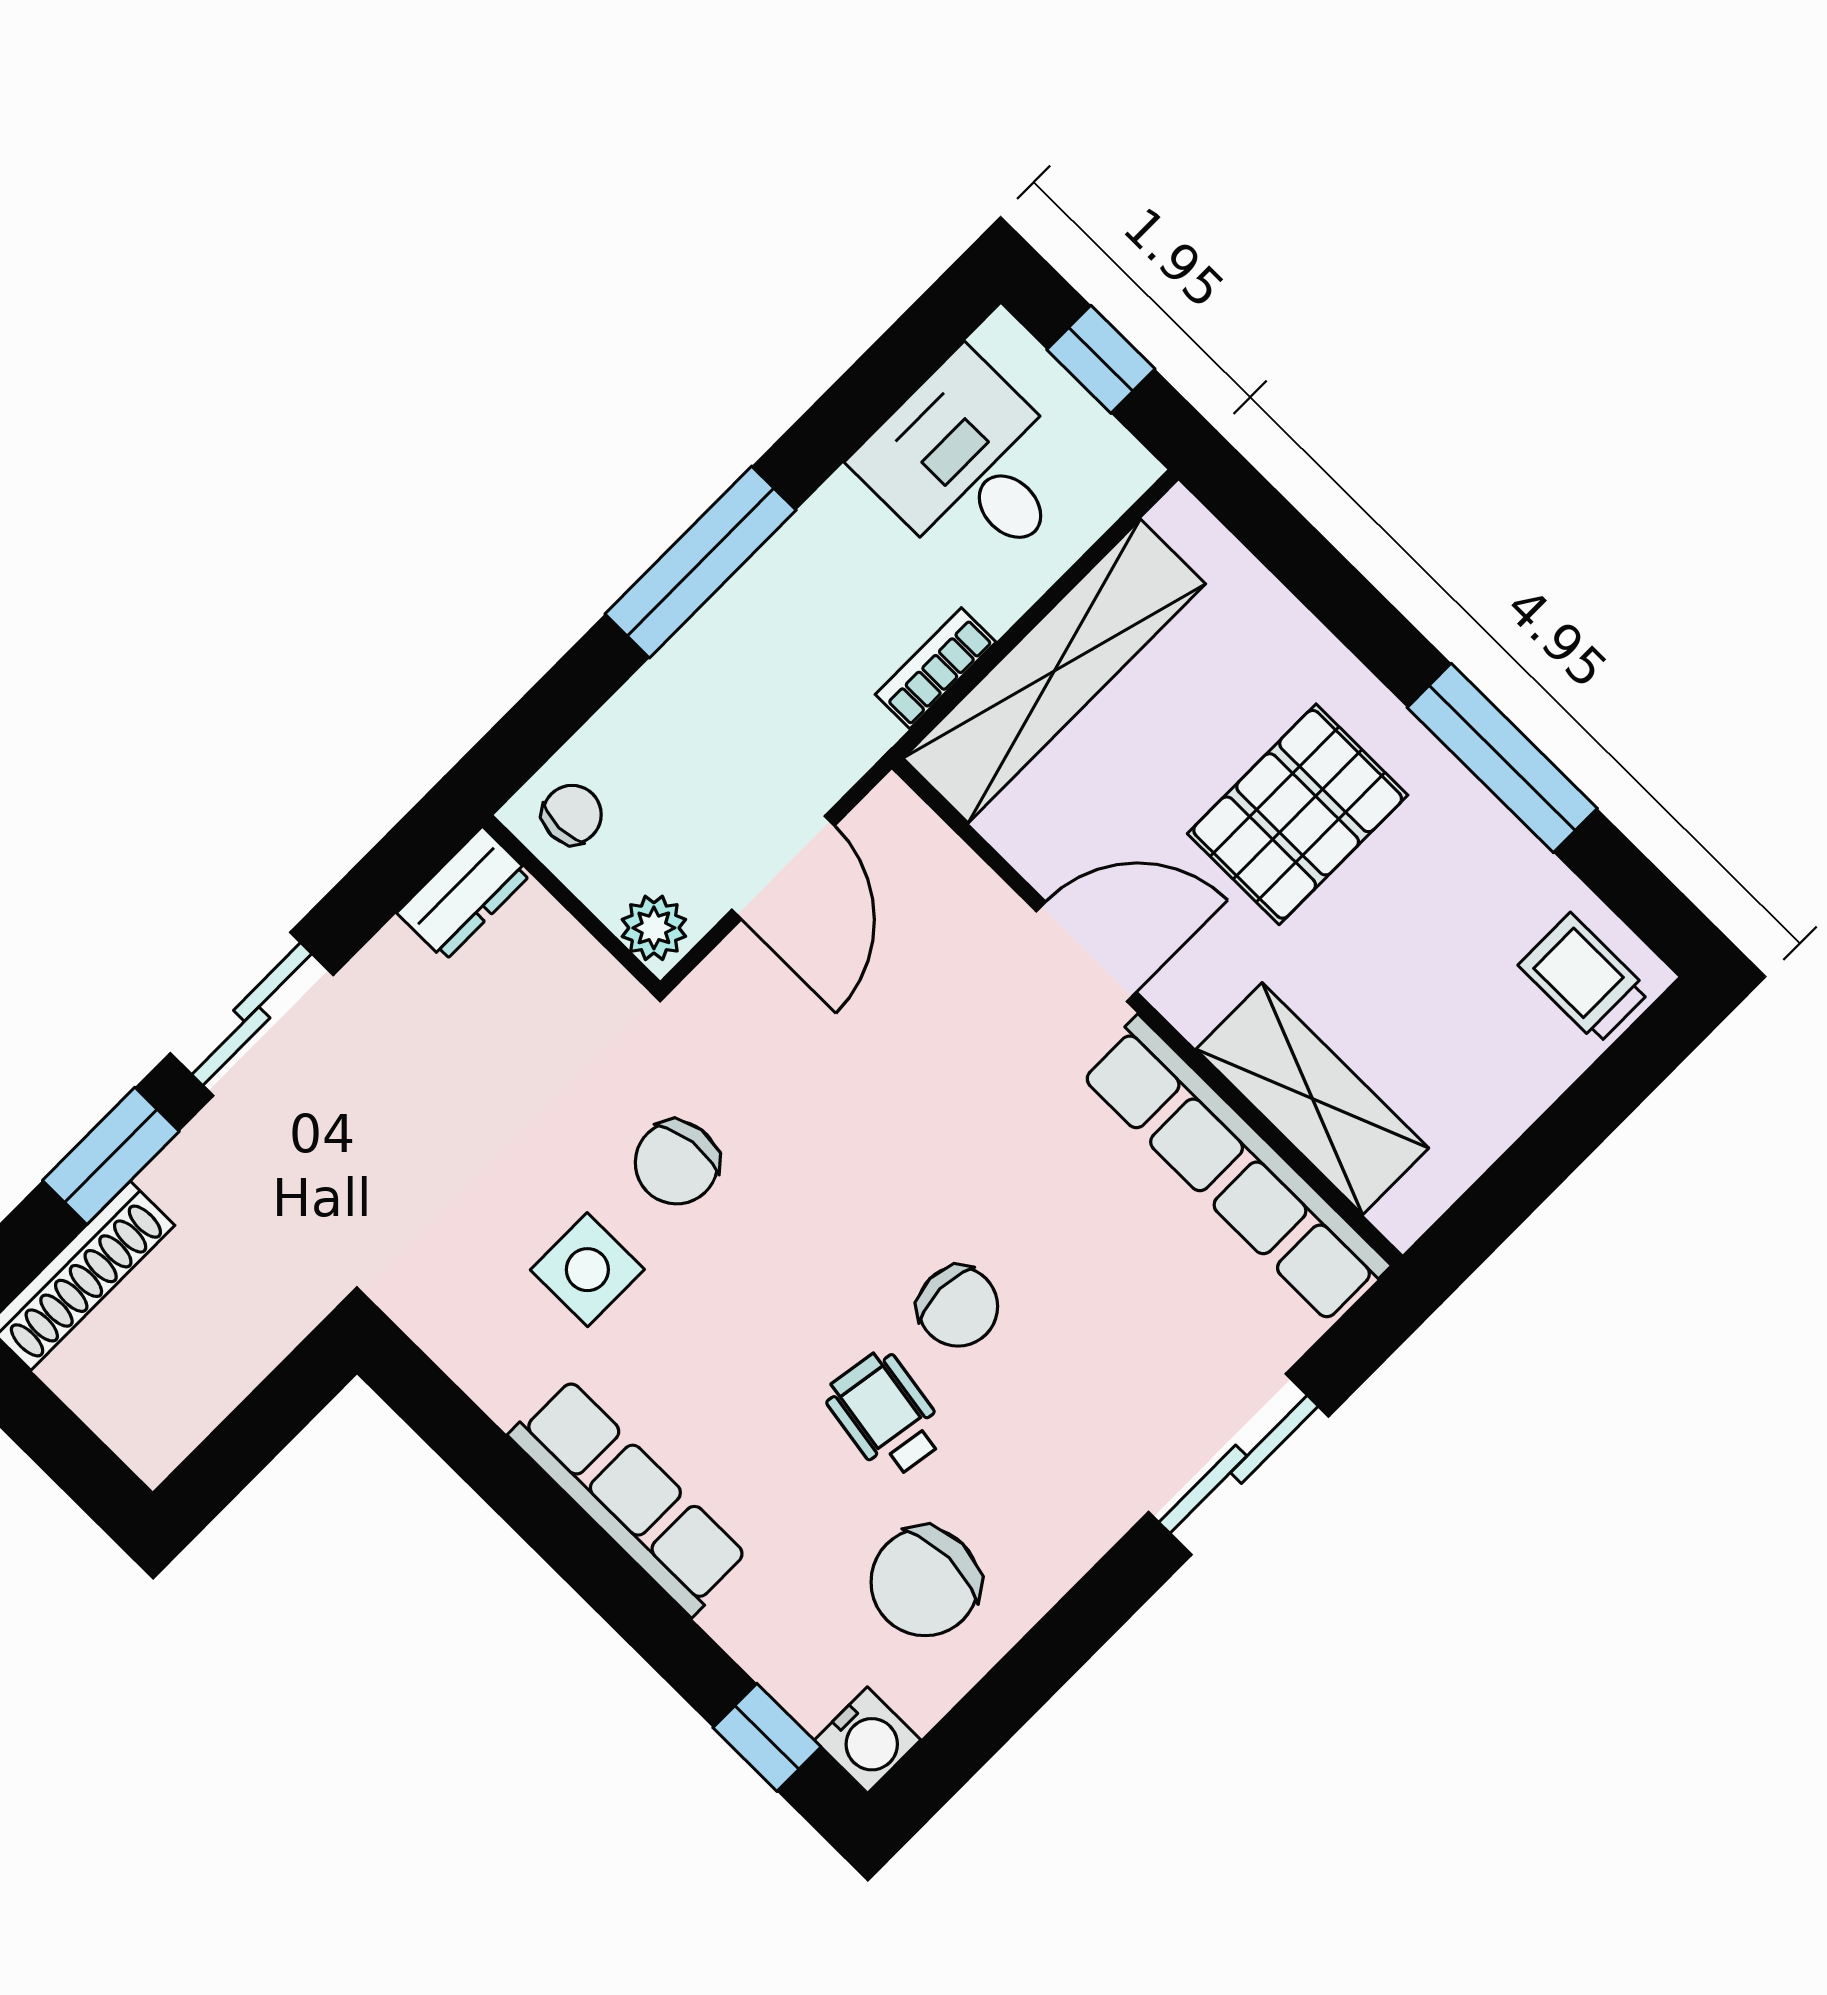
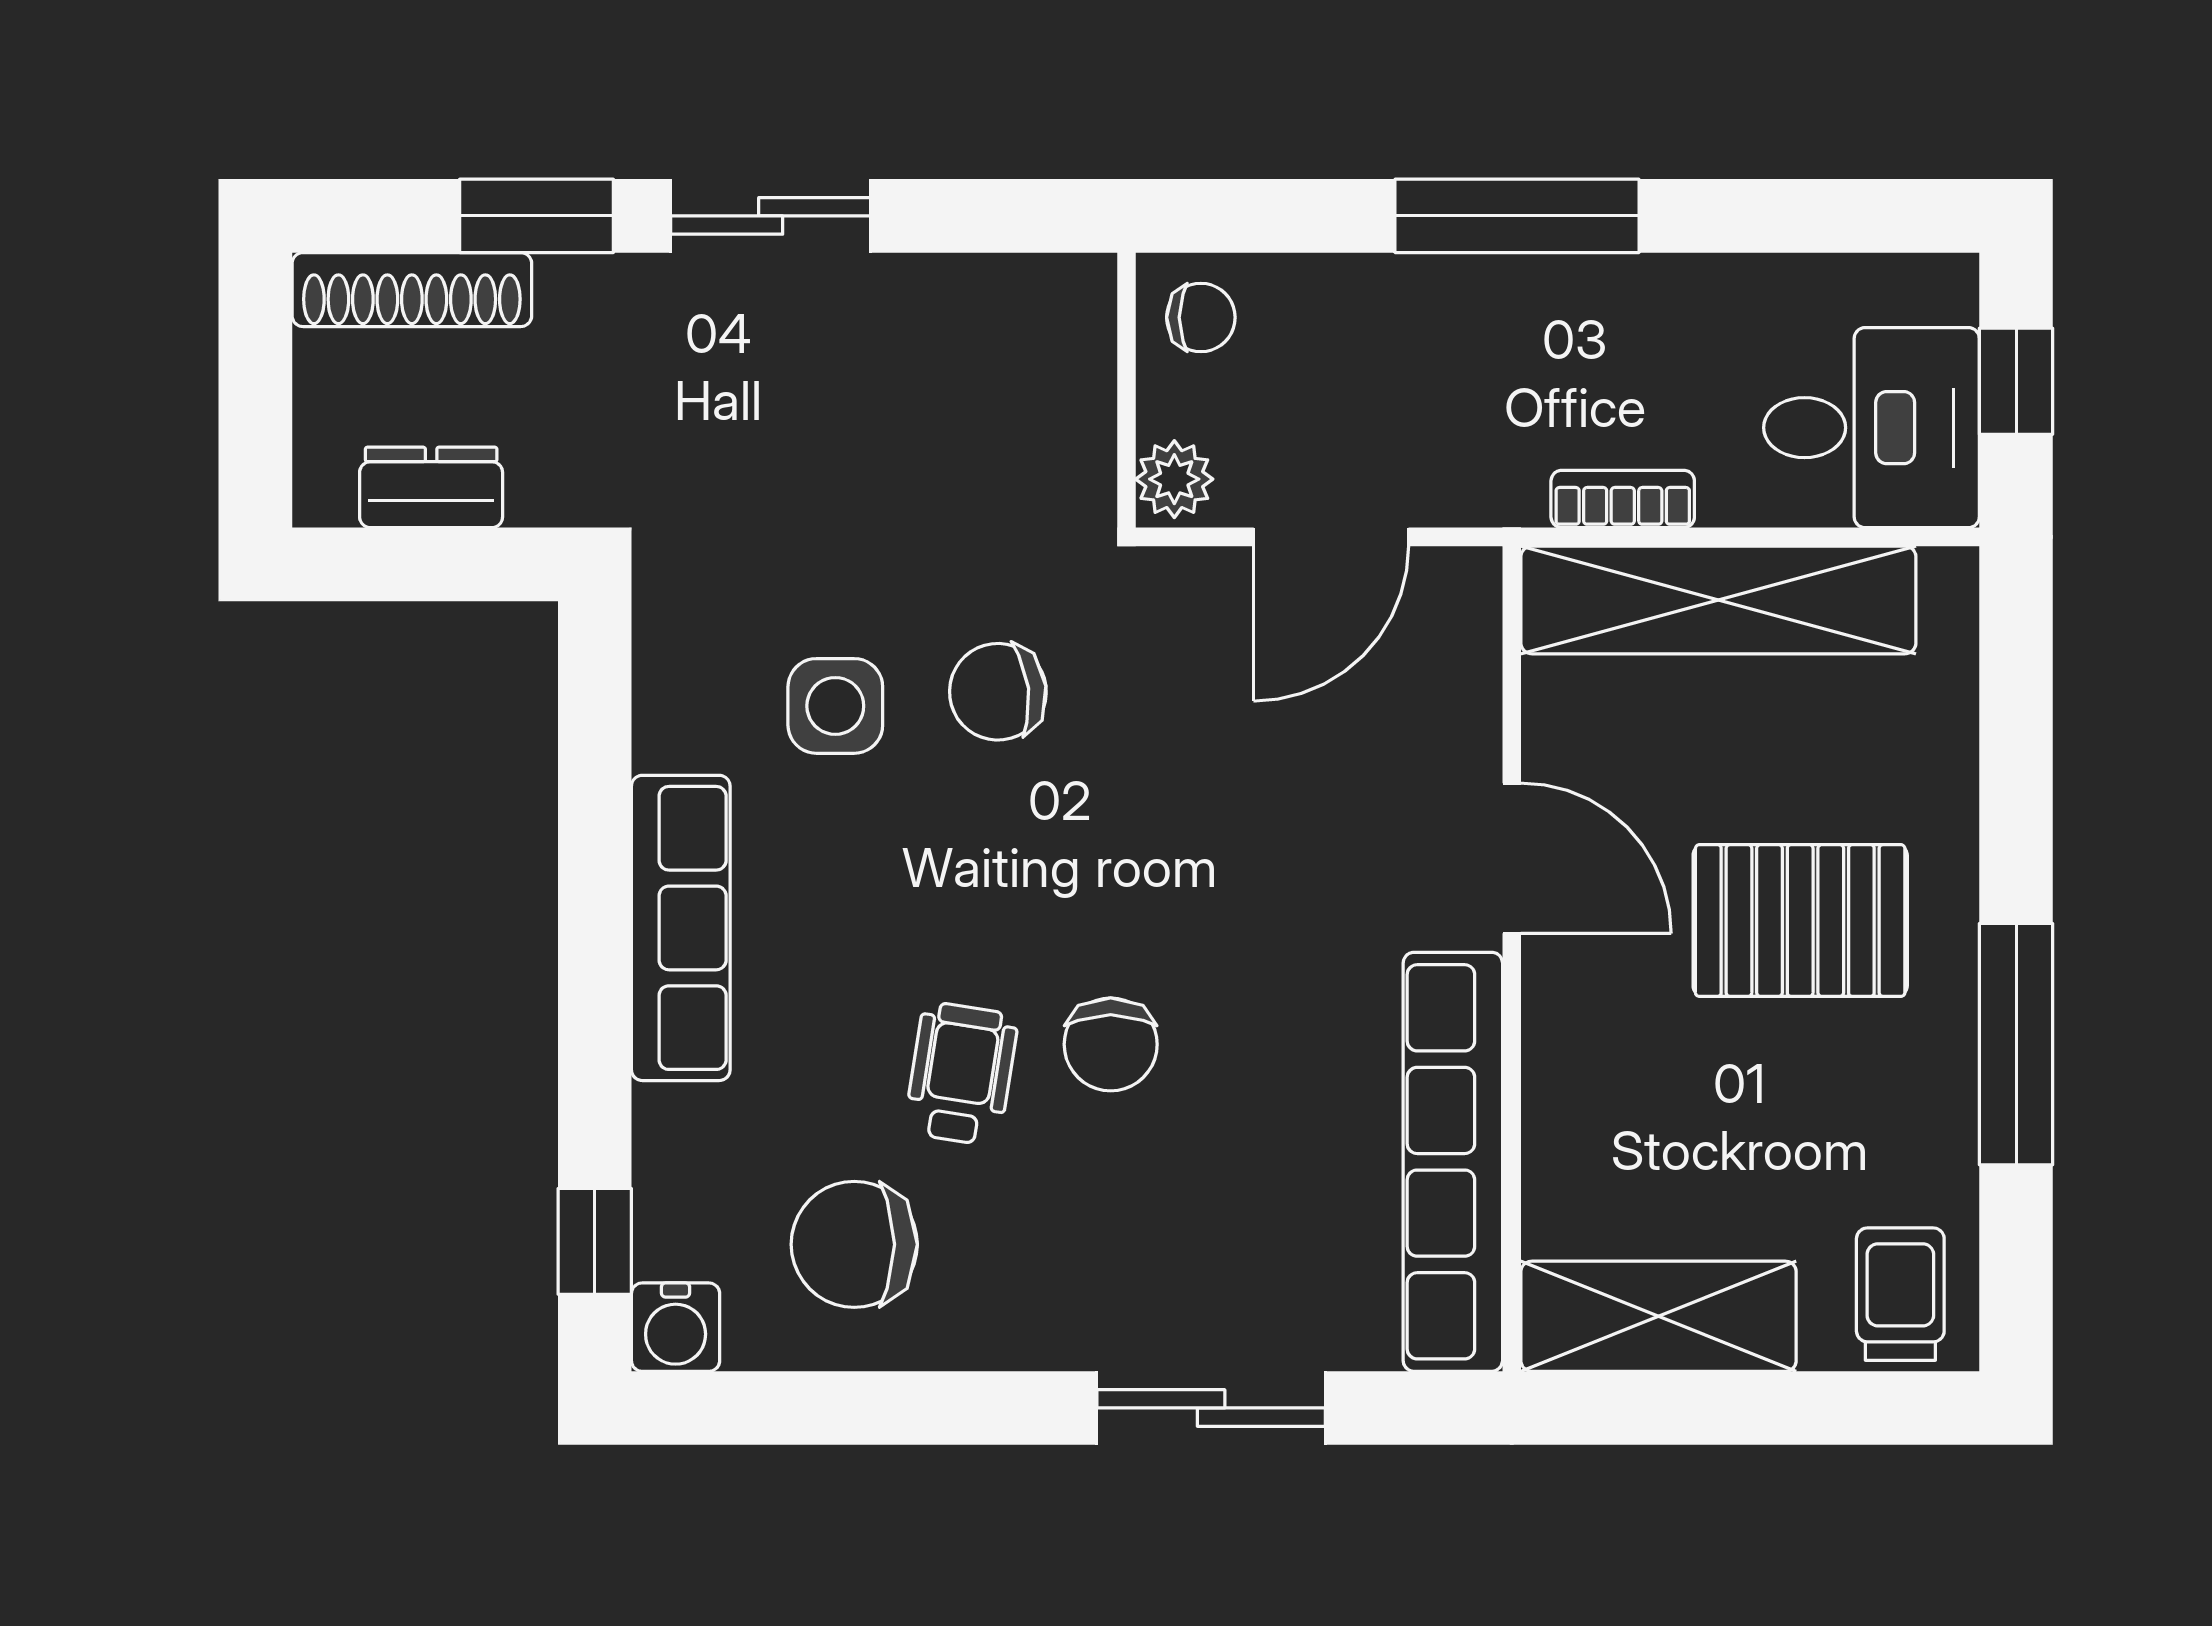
desk: (969, 466) -> (1871, 428), moved, turned 90
dresser: (464, 894) -> (431, 487), moved, turned 180
shelving: (1312, 1099) -> (1659, 1316), moved, turned 90

